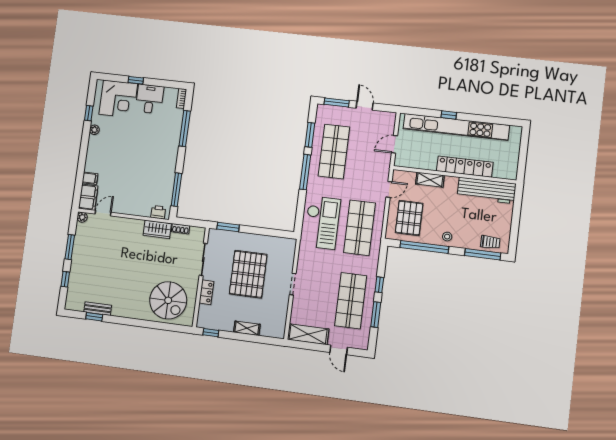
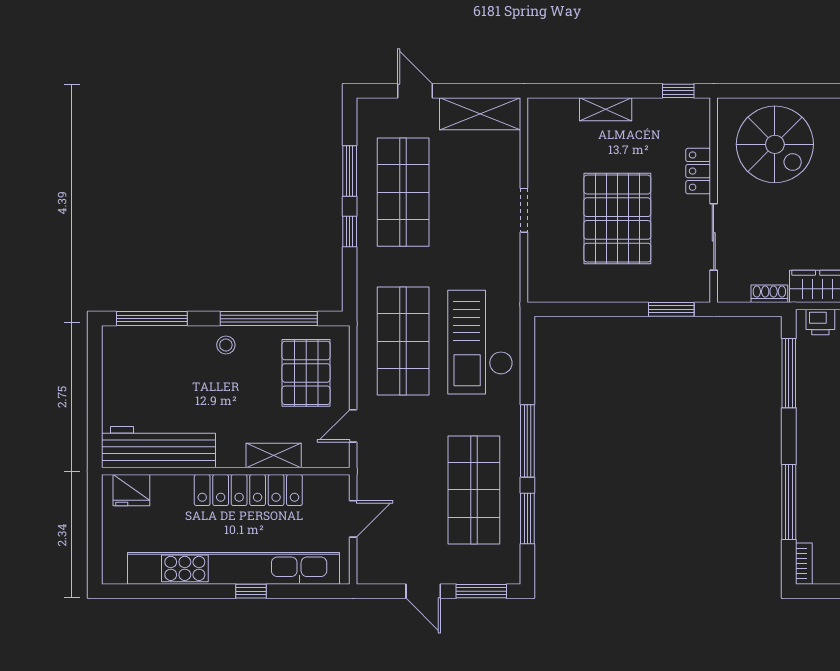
locker: (465, 167) -> (248, 490), moved
fridge: (503, 171) -> (131, 490), added
trolley: (490, 242) -> (140, 344), removed
spiral stairs: (168, 300) -> (775, 144), turned 180

